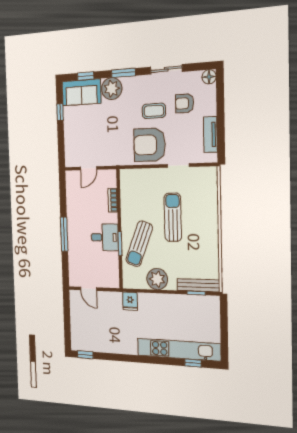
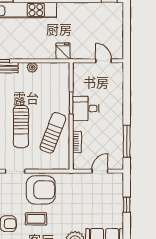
window: (60, 112) -> (127, 205), moved
window: (64, 234) -> (127, 141), moved
sun lounger: (139, 244) -> (53, 133), moved
plant: (157, 279) -> (32, 67), width x0.53, depth x0.53

